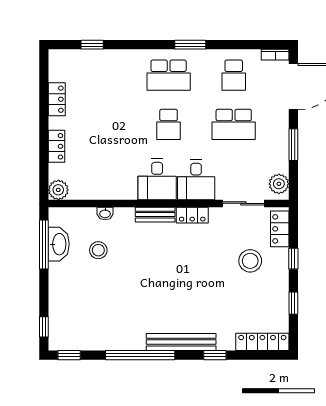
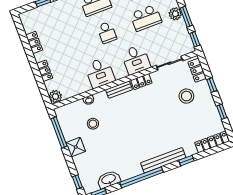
desk: (157, 179) -> (100, 73), moved
window: (293, 182) -> (195, 39), added
plant: (279, 184) -> (175, 14), moved
washbasin: (59, 244) -> (109, 179), moved, turned -90
shower: (60, 275) -> (76, 147), added

